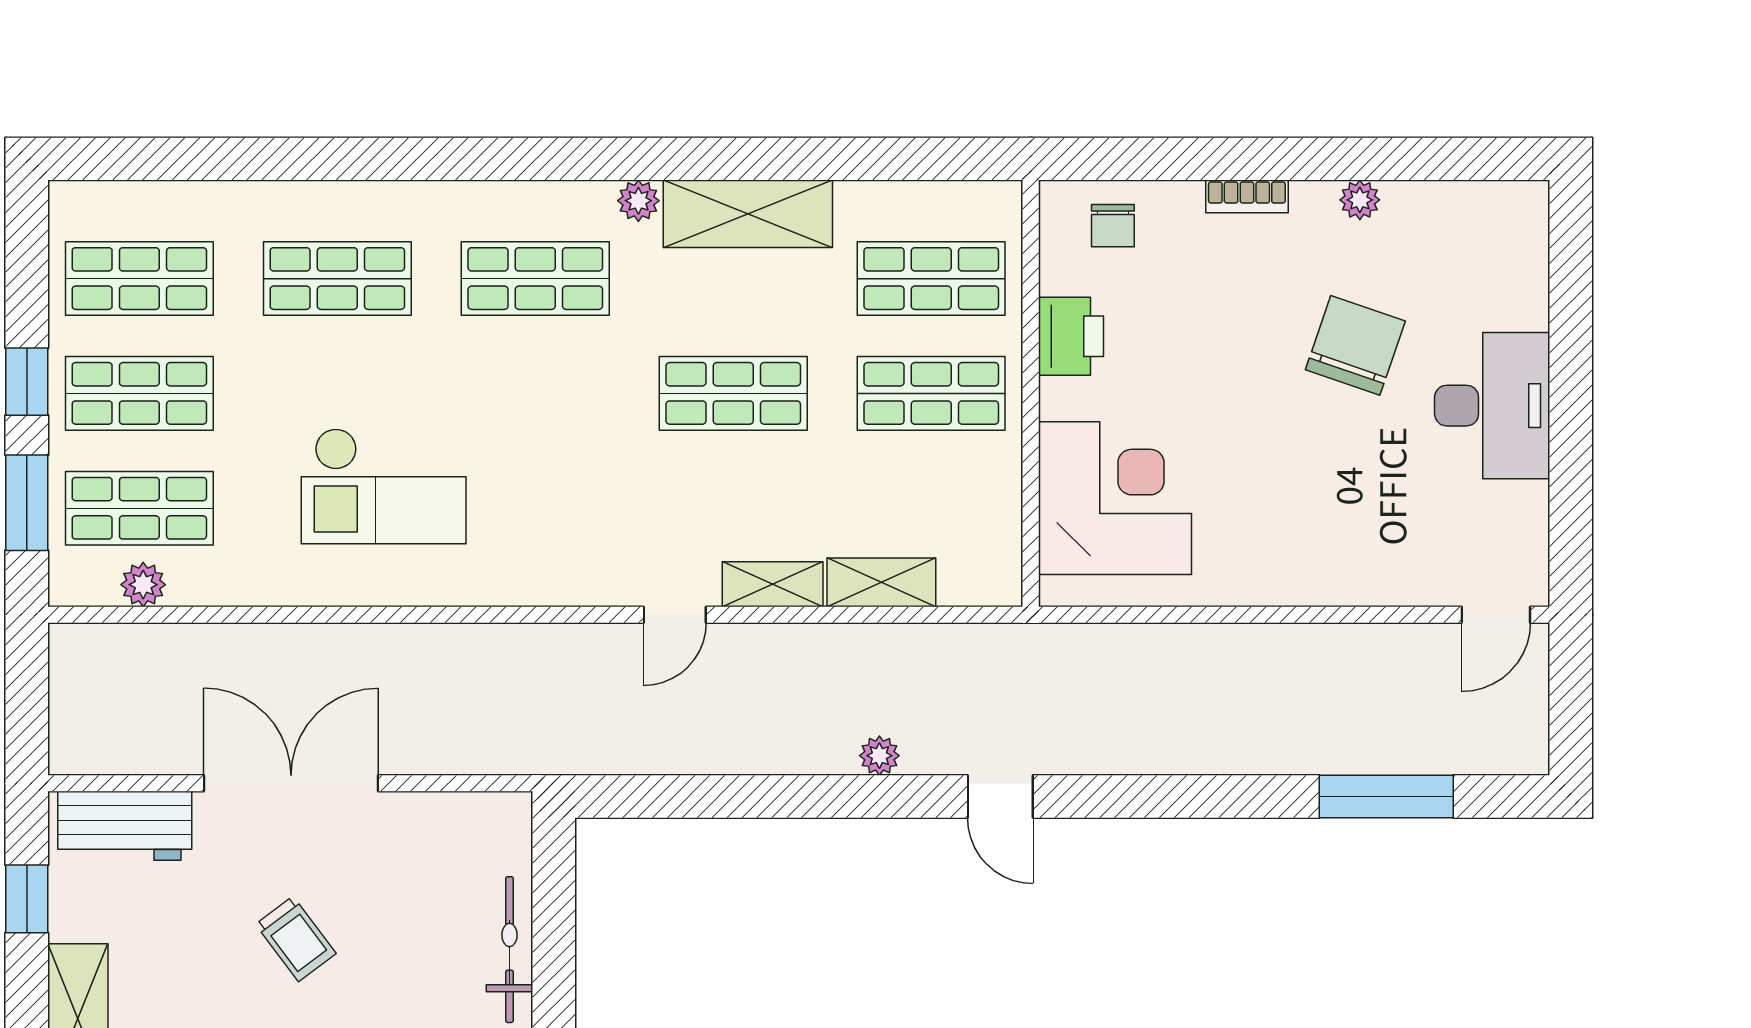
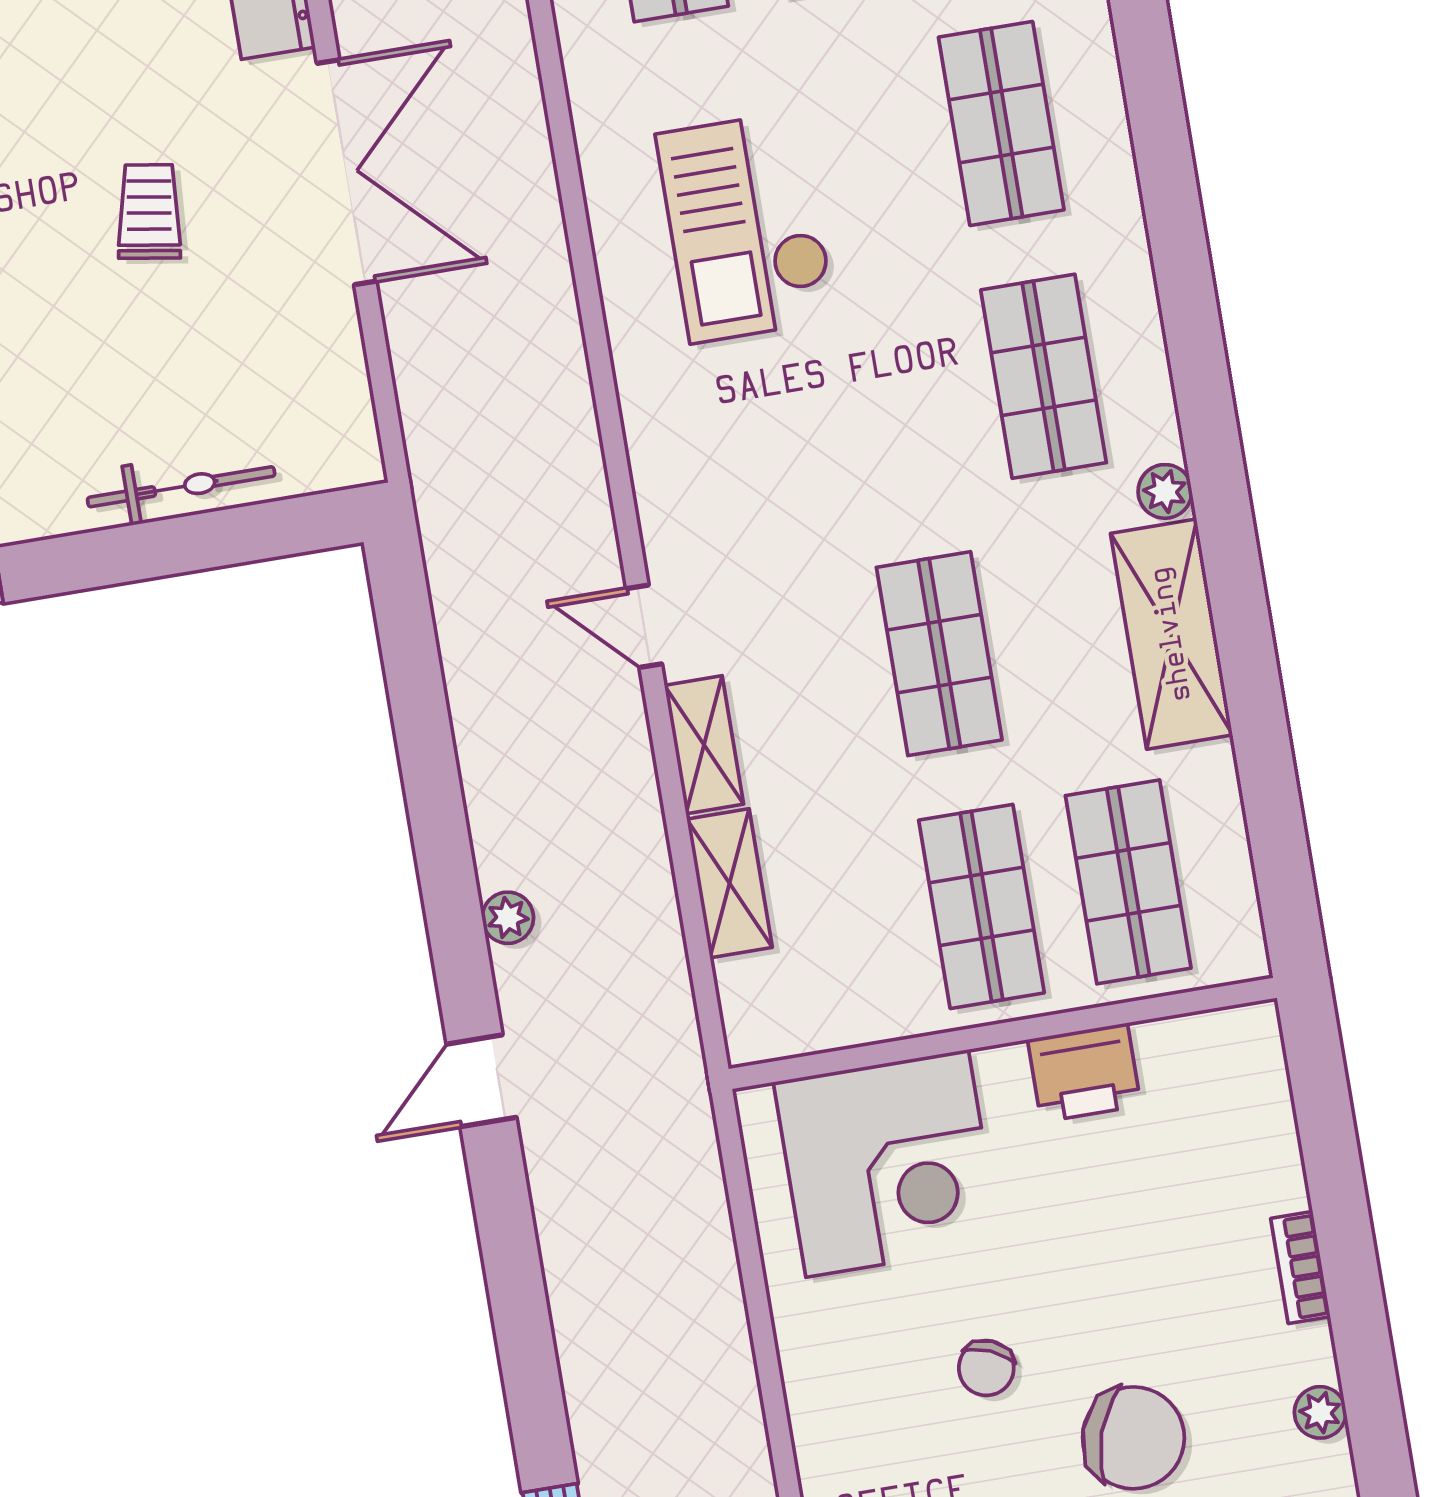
chair: (1113, 226) -> (986, 1368), moved, turned -67
trolley: (296, 939) -> (149, 212), turned 136

